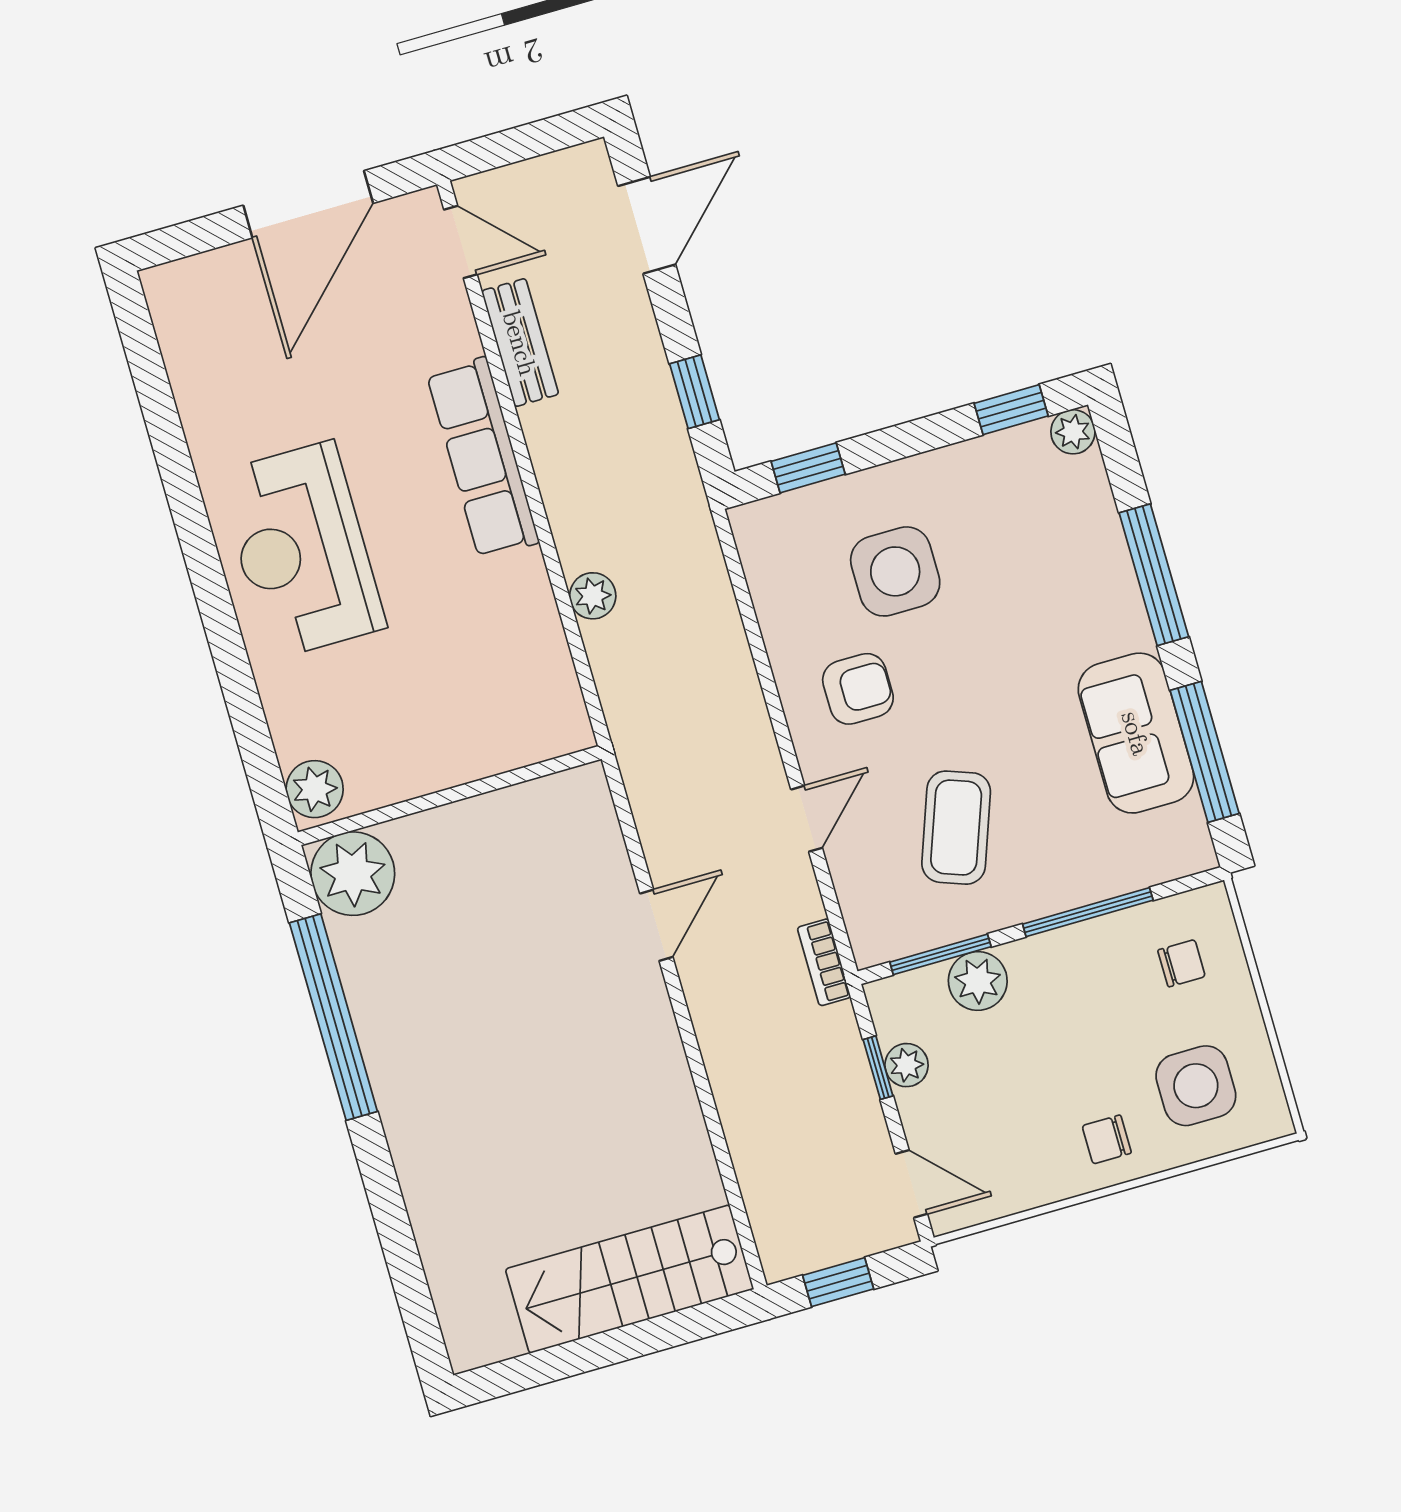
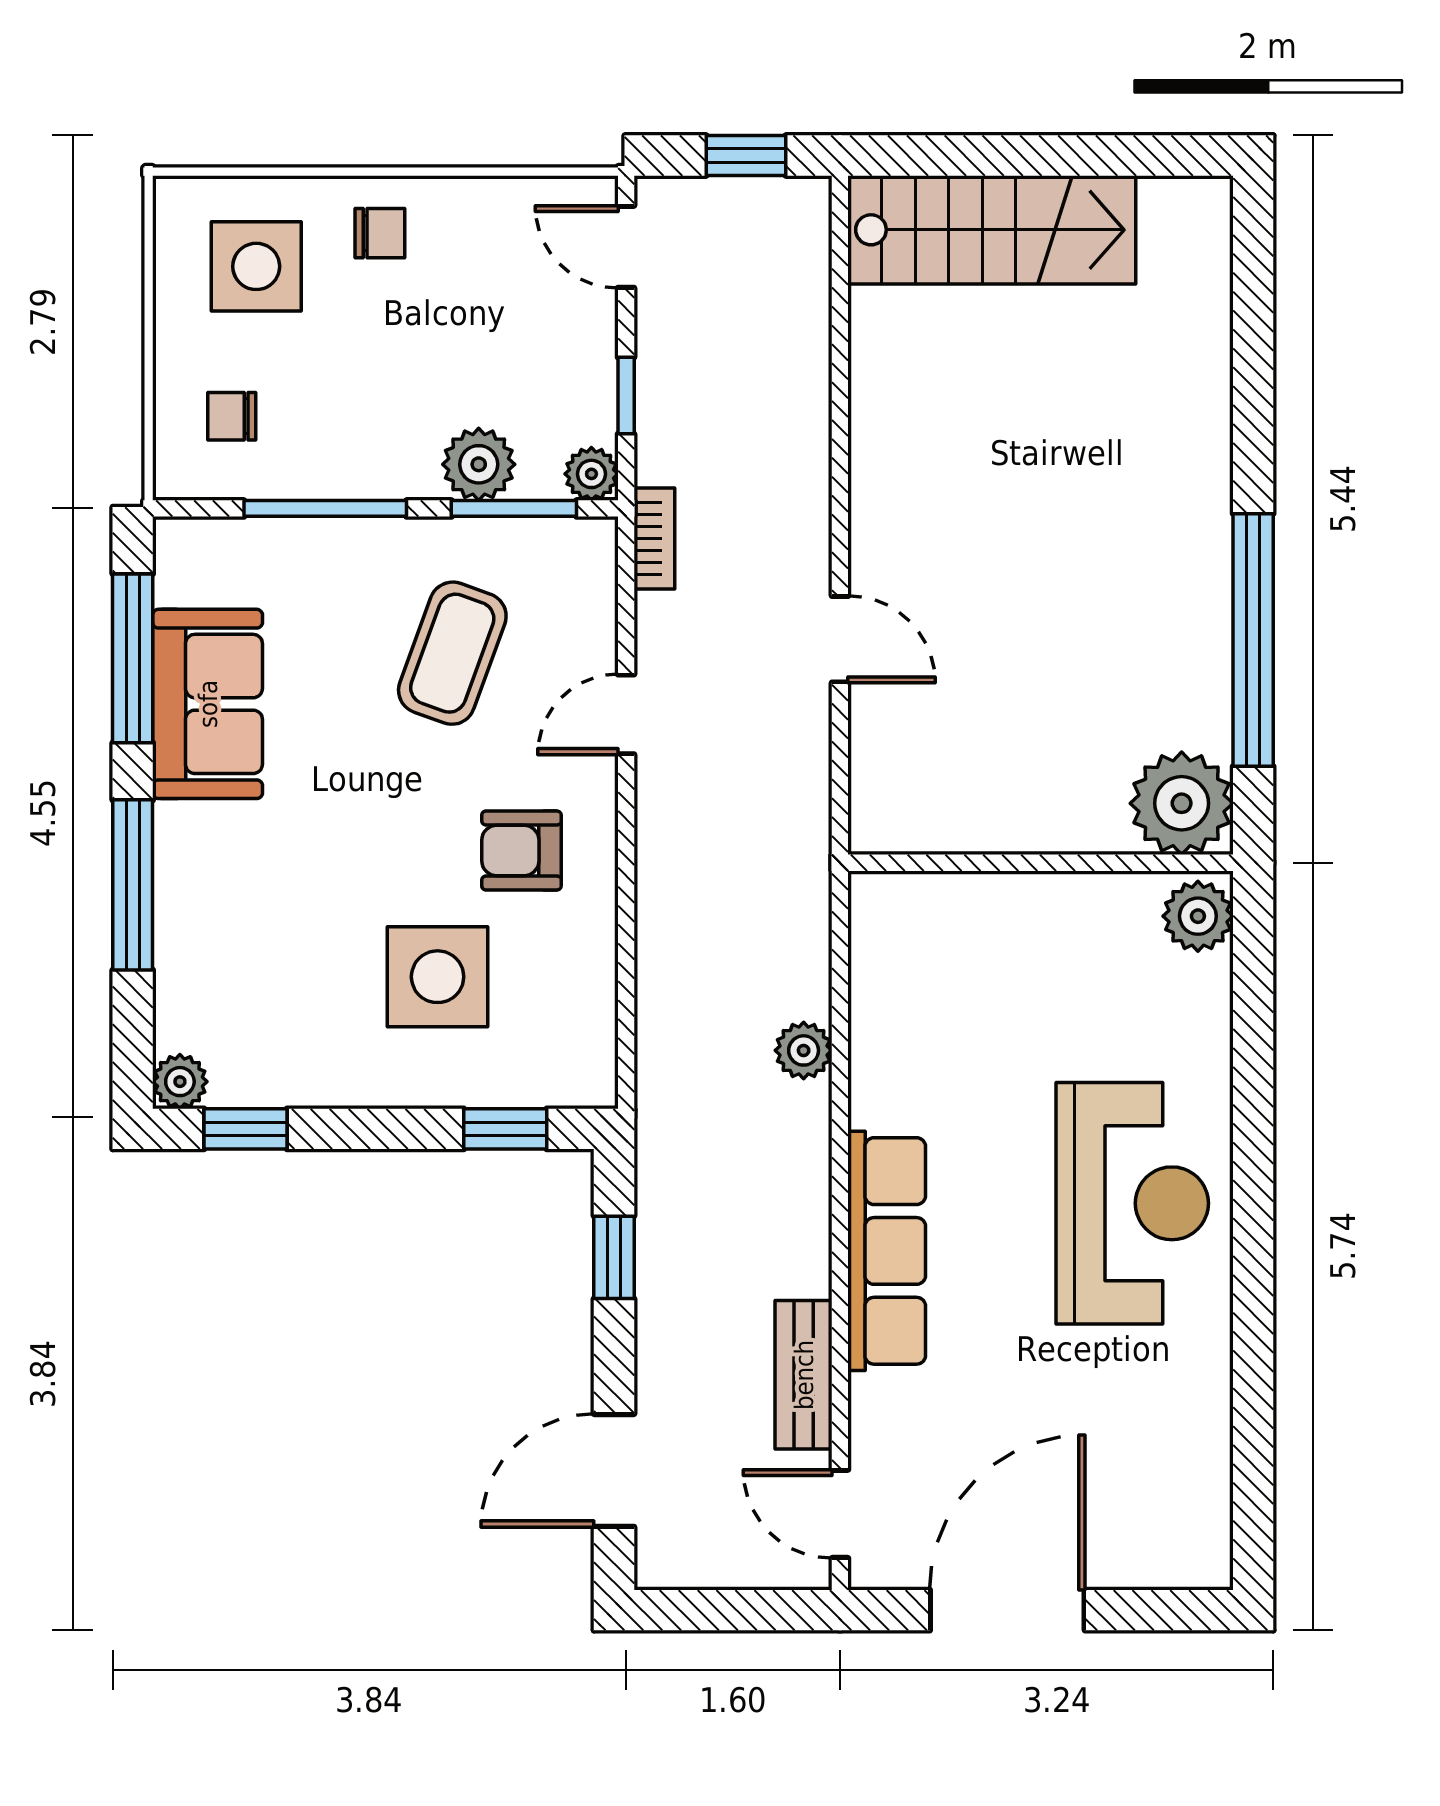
door: (656, 925) -> (840, 639), swing flipped
plant: (907, 1065) -> (591, 474), moved

